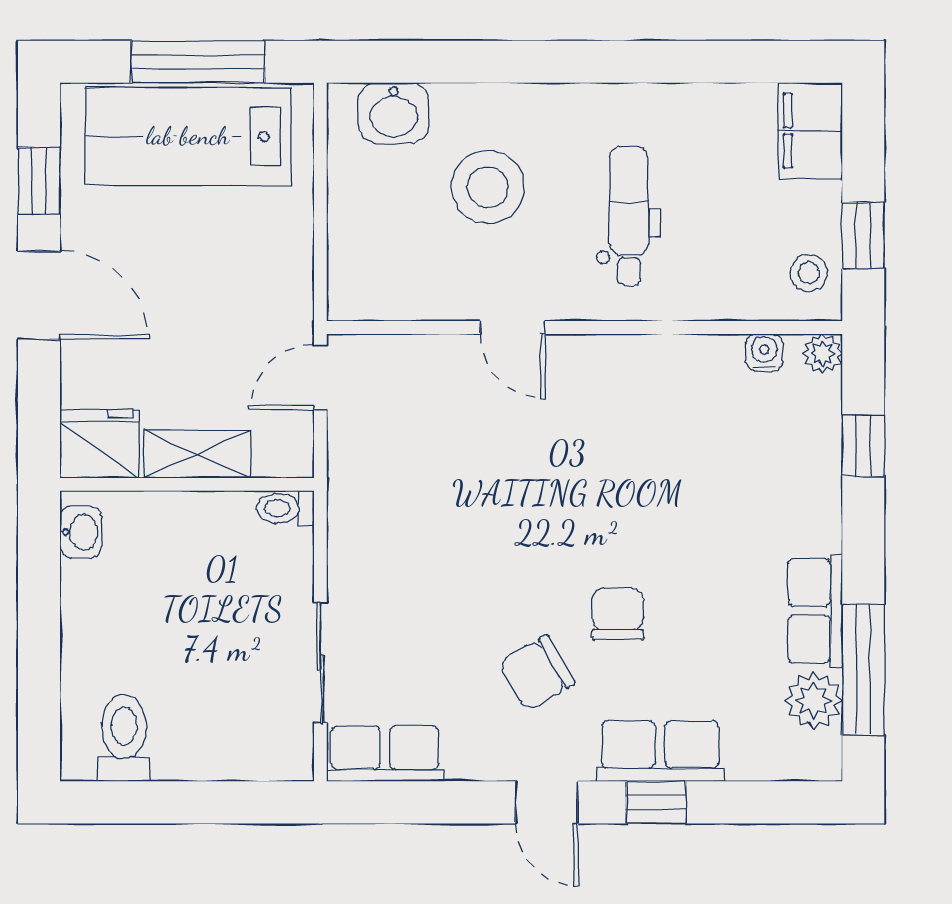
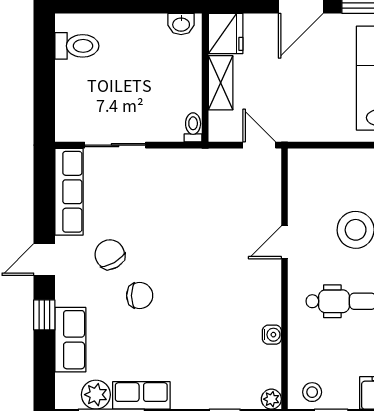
water cooler: (764, 353) -> (272, 335), moved
row of seats: (660, 751) -> (70, 340), moved
row of seats: (385, 754) -> (69, 192), width x1.48

